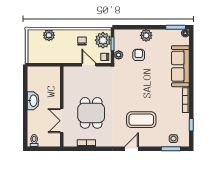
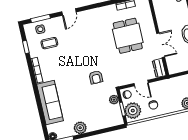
plant: (146, 35) -> (80, 128), moved
armchair: (139, 55) -> (96, 77), moved
dresser: (68, 75) -> (159, 68), added
coffee table: (141, 120) -> (49, 43), moved, width x0.54, depth x0.58
double door: (62, 121) -> (161, 45), moved
door: (132, 149) -> (69, 12), moved

